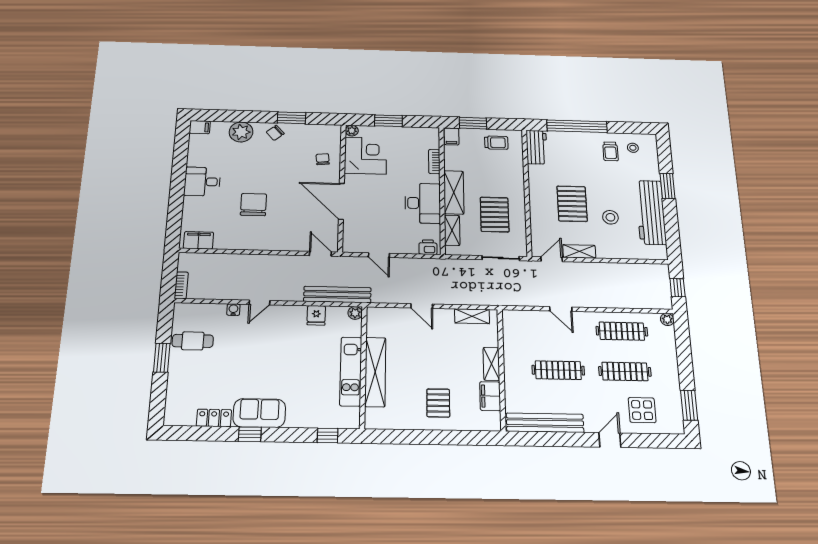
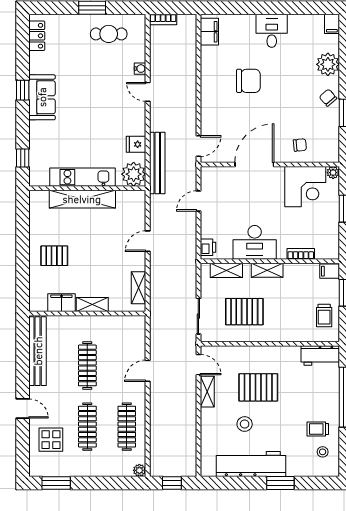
shelving: (454, 192) -> (267, 270), width x0.67, depth x0.75
plant: (355, 313) -> (134, 174), width x1.87, depth x1.87
cafe table: (193, 341) -> (109, 34), turned 90
locker: (214, 418) -> (37, 36), moved

